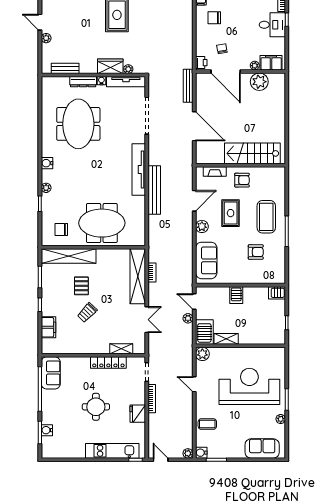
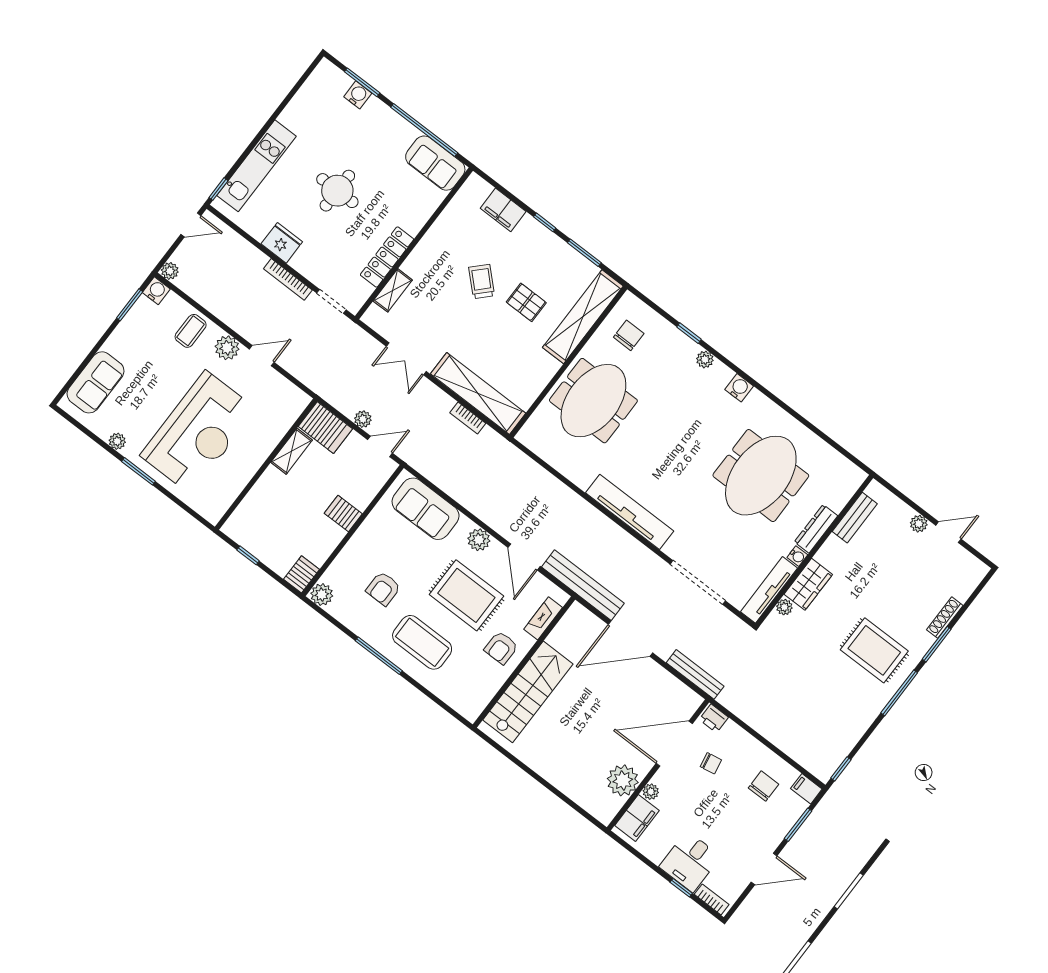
meeting table: (78, 124) -> (761, 476), turned 90
bench: (154, 190) -> (583, 585), moved
rug: (231, 213) -> (466, 595), width x1.36, depth x1.43
plant: (279, 277) -> (322, 595), added
plant: (202, 354) -> (227, 348), moved

